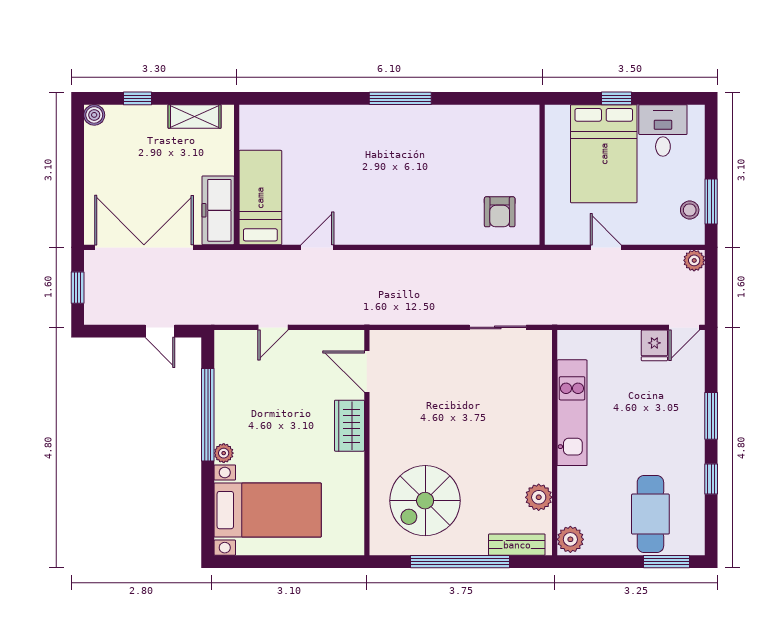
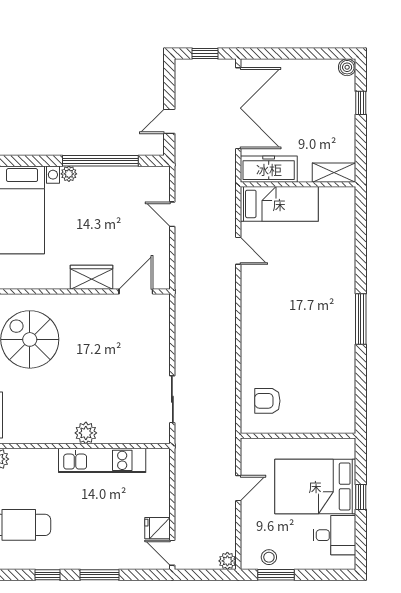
shelving: (195, 116) -> (334, 173), moved, turned 90
plant: (539, 497) -> (86, 433), moved

